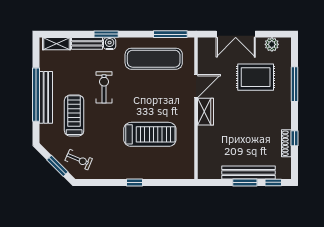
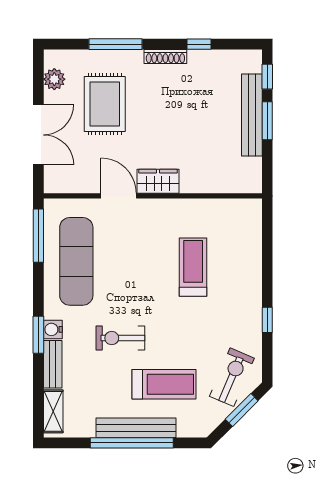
treadmill: (74, 116) -> (164, 384), turned 180
treadmill: (150, 134) -> (193, 267), width x0.73, depth x0.73
shoe rack: (286, 143) -> (165, 57), moved
exercise bike: (79, 160) -> (232, 377), width x1.38, depth x1.39
window: (134, 182) -> (267, 320), moved

